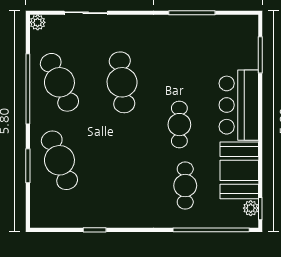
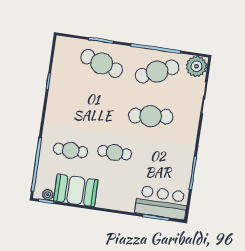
plant: (38, 22) -> (197, 66), width x1.87, depth x1.87
bar counter: (239, 105) -> (162, 203), moved
cafe table: (59, 160) -> (102, 63), turned 39

